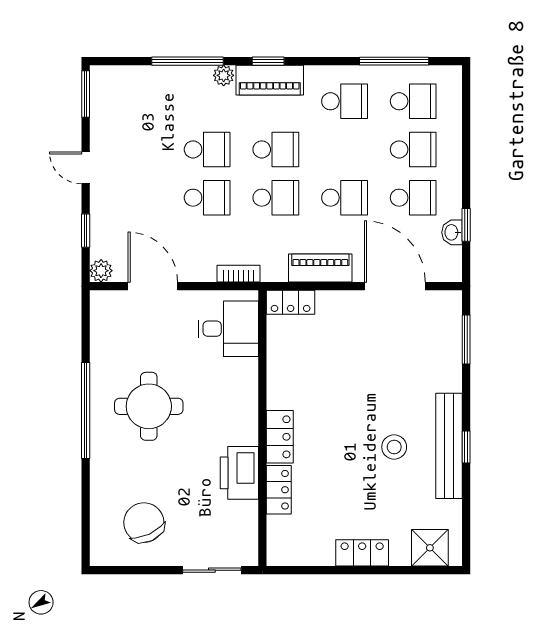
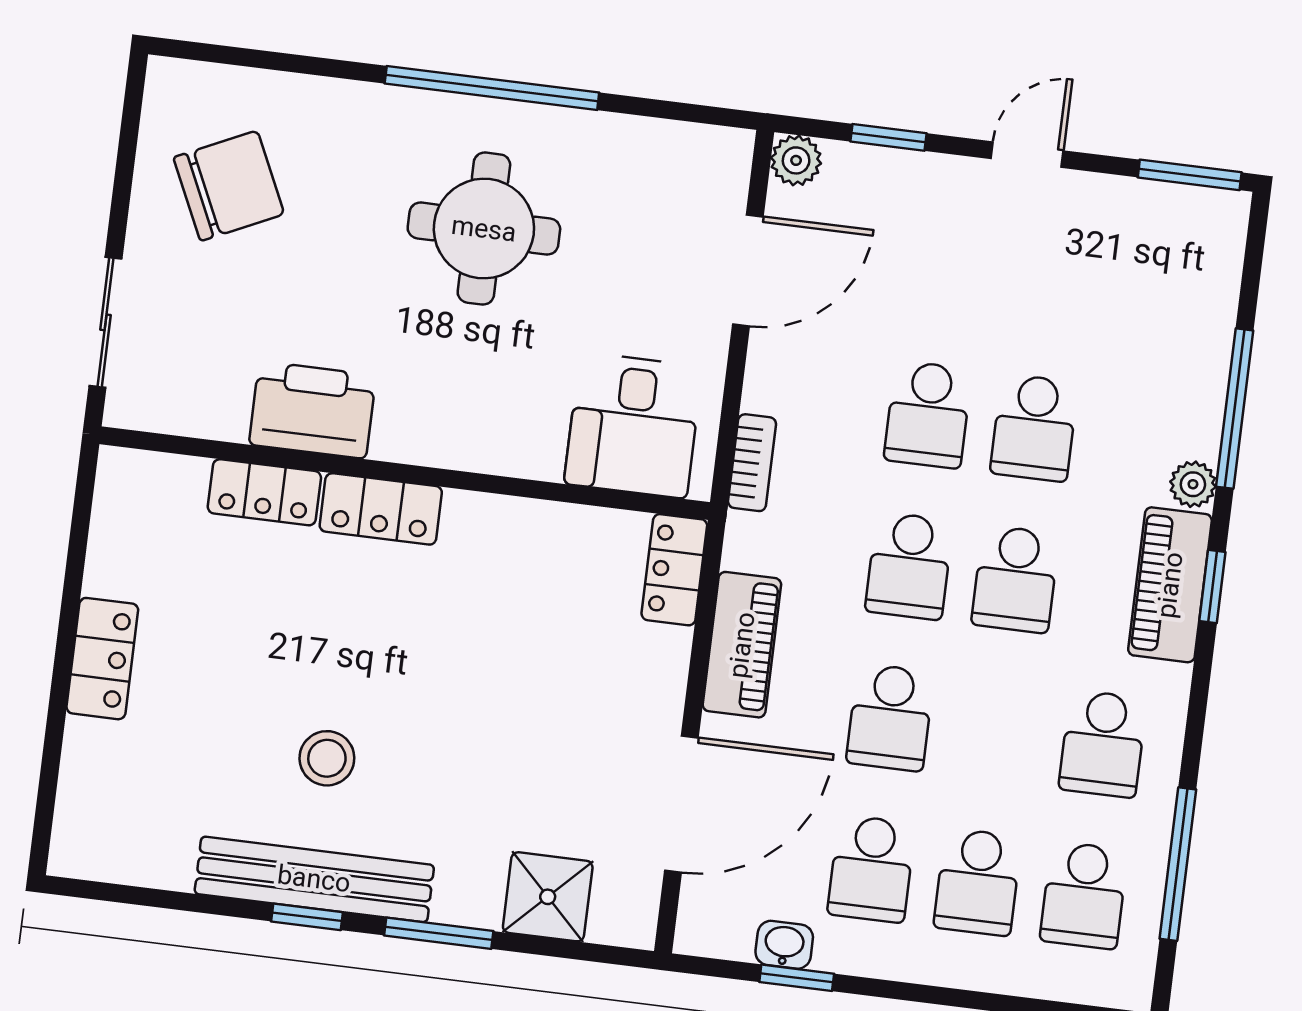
window: (466, 340) -> (439, 933), moved
shower: (430, 548) -> (548, 897), moved

